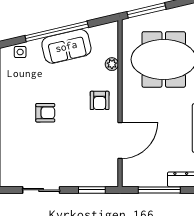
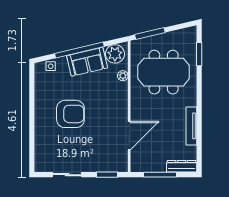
plant: (102, 36) -> (115, 54), added
armchair: (100, 100) -> (113, 104), removed
armchair: (45, 113) -> (70, 114), width x1.88, depth x1.88

